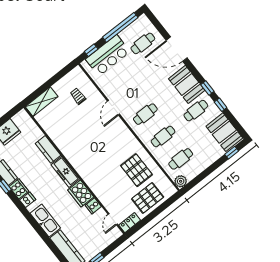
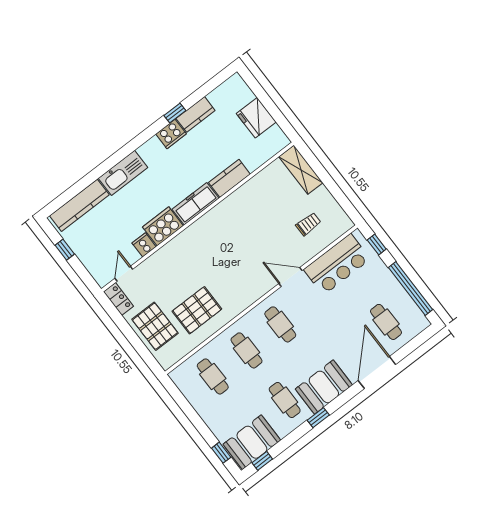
bar counter: (108, 55) -> (337, 264), moved, turned -90
window: (221, 105) -> (262, 461), moved
plant: (181, 181) -> (179, 376), removed
dishwasher: (28, 200) -> (155, 147), removed
door: (113, 219) -> (124, 274), hinge flipped

